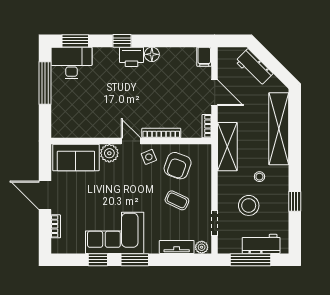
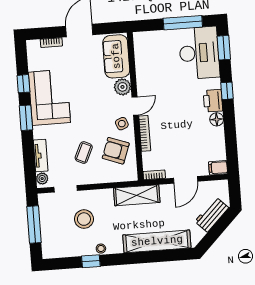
desk: (71, 63) -> (199, 53), width x1.36, depth x1.30
stool: (259, 177) -> (101, 249), moved
workbench: (261, 244) -> (49, 233), removed

